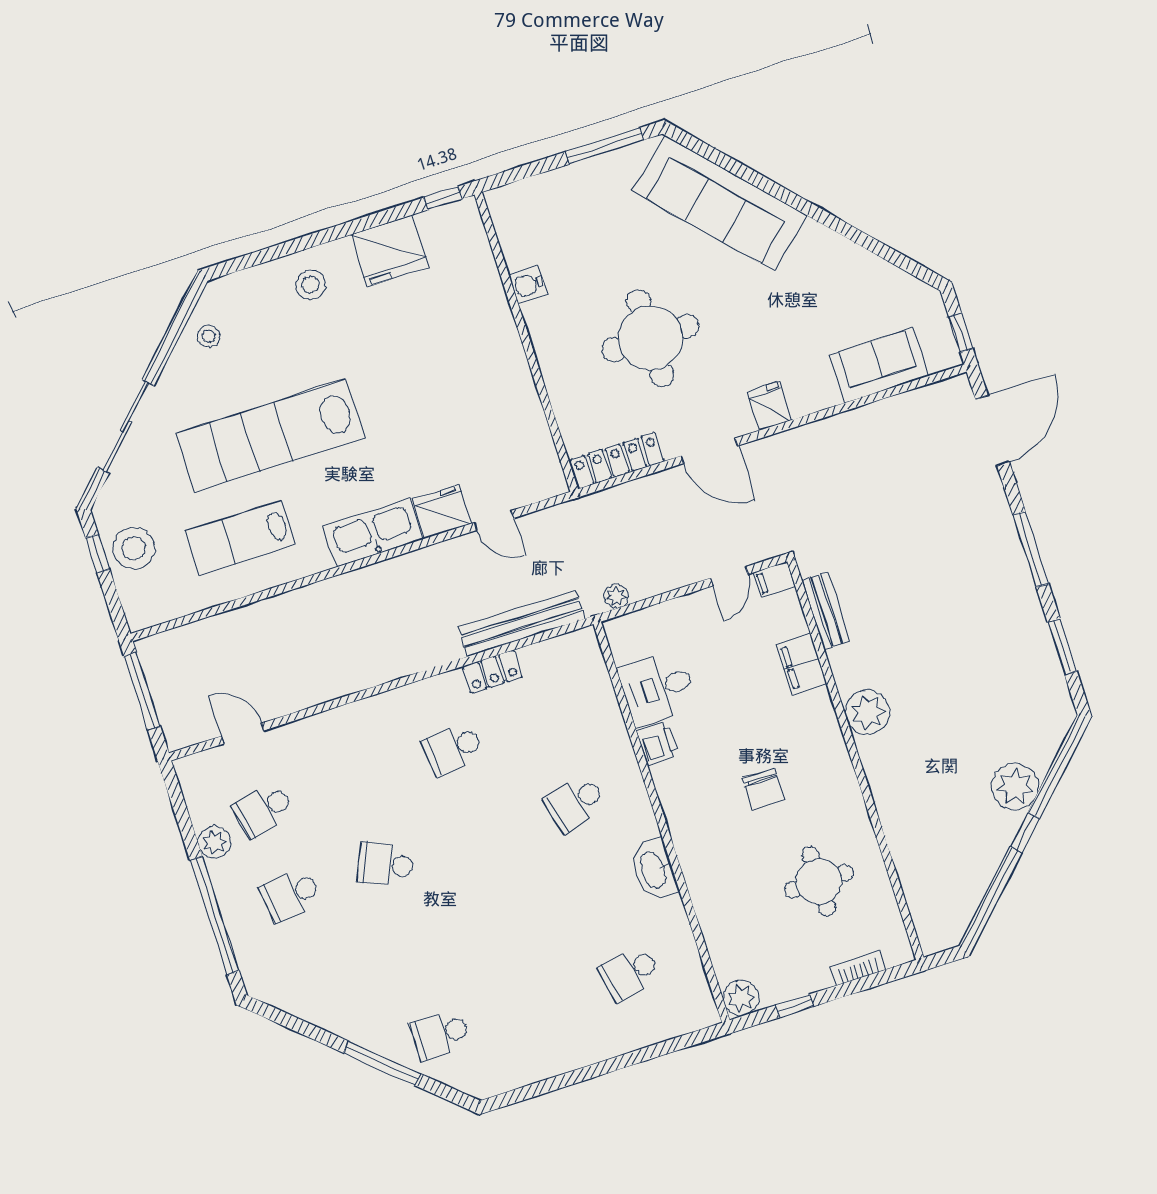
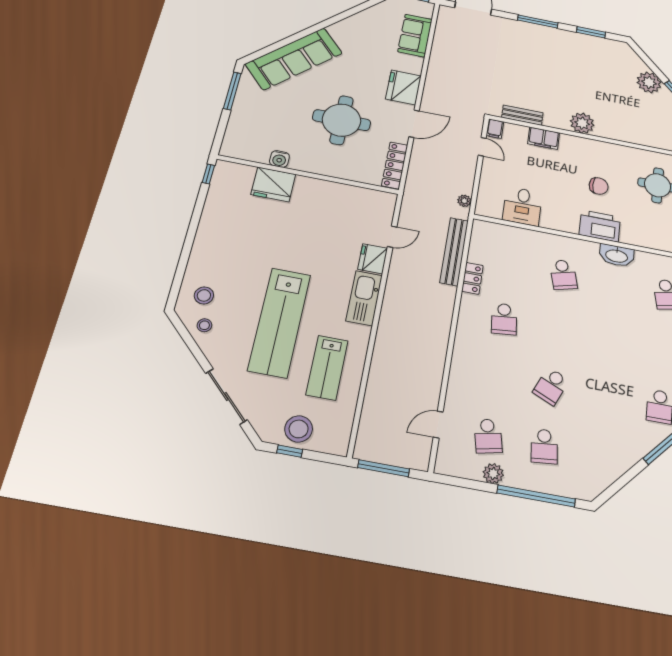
fridge: (390, 251) -> (273, 184), moved, turned 90
stool: (311, 285) -> (204, 295), moved
fridge: (769, 406) -> (403, 87), width x1.88, depth x1.34
printer: (658, 743) -> (600, 226), moved, width x1.87, depth x1.48

